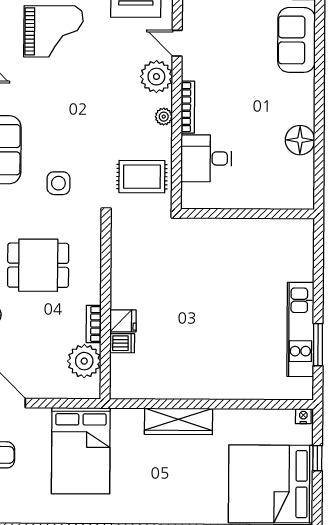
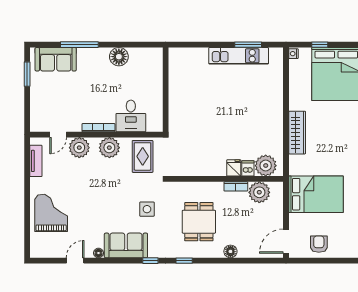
window: (319, 78) -> (79, 45), added
plant: (164, 117) -> (109, 148), width x1.87, depth x1.87
plant: (127, 371) -> (266, 166), added

